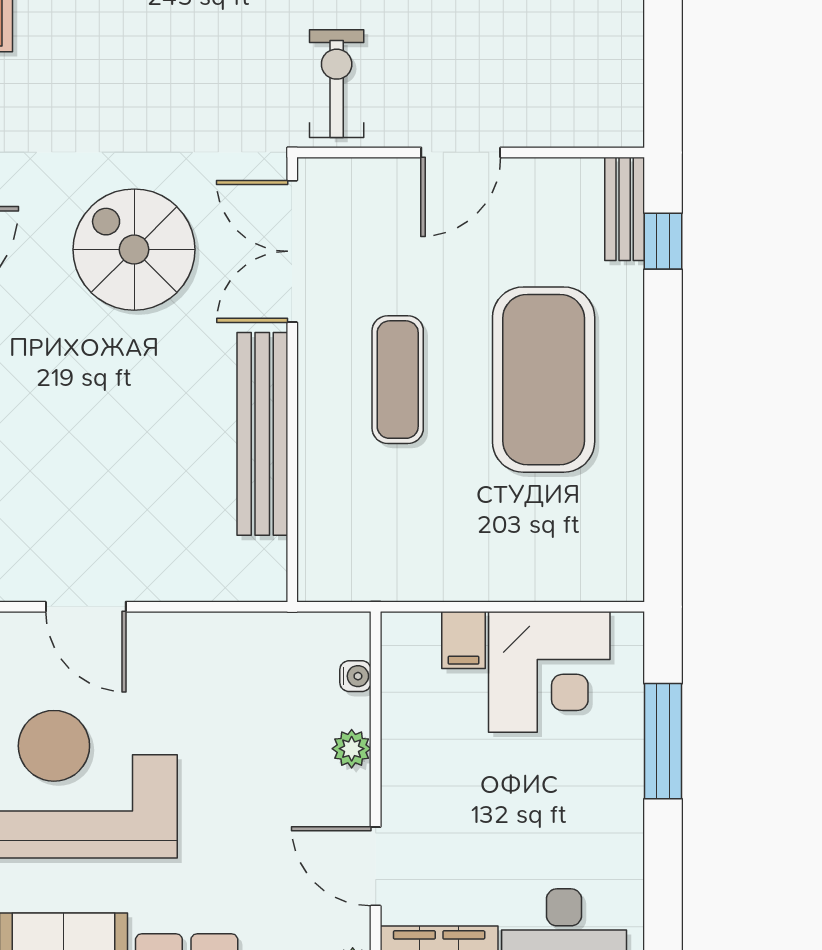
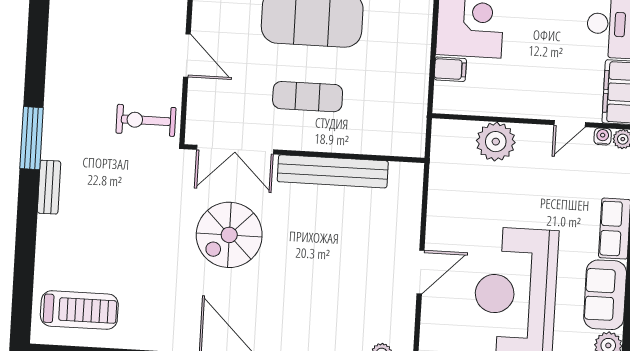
water cooler: (355, 676) -> (603, 136), moved
plant: (352, 749) -> (496, 142), width x1.88, depth x1.88
door: (376, 866) -> (570, 124), width x0.73

